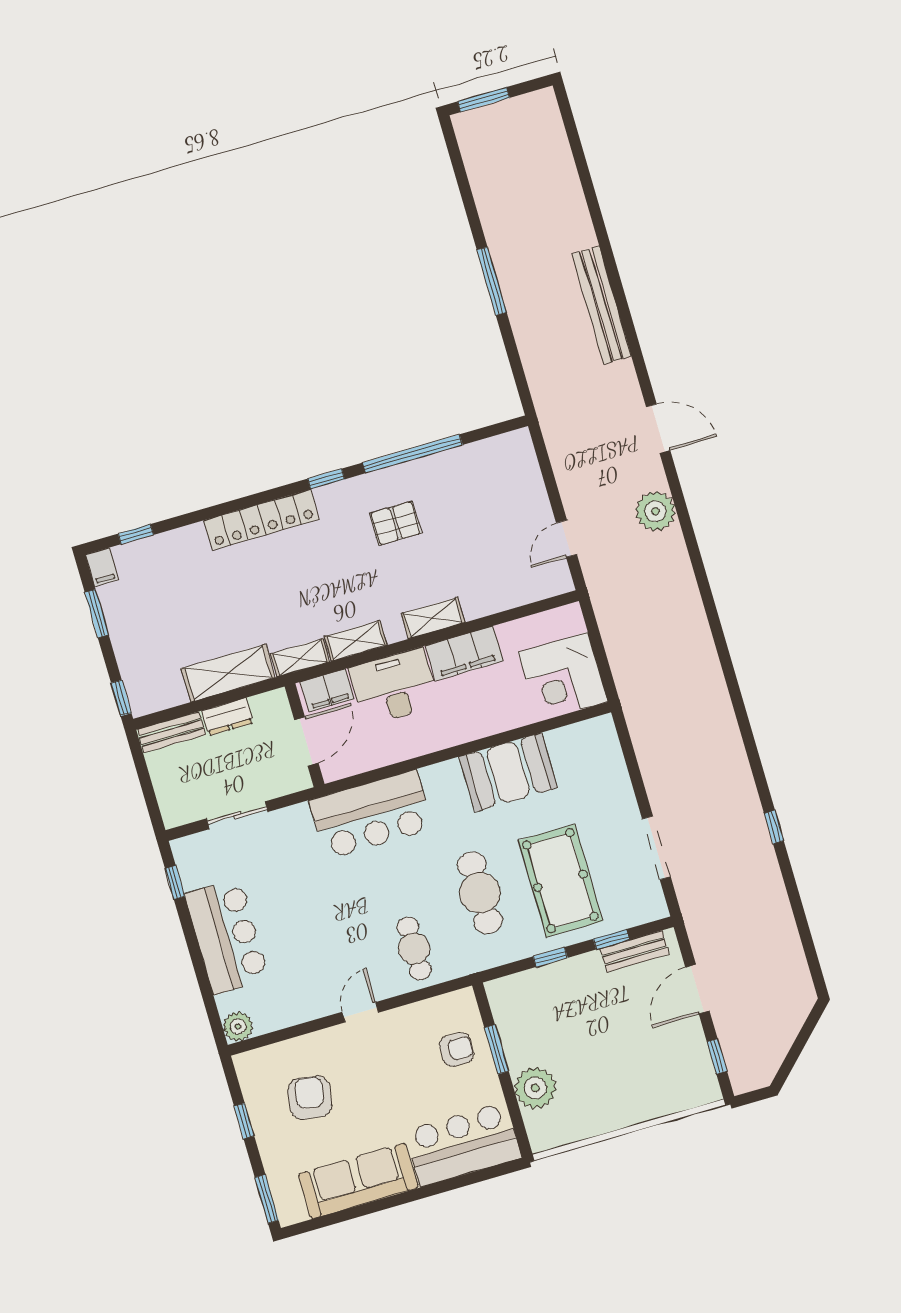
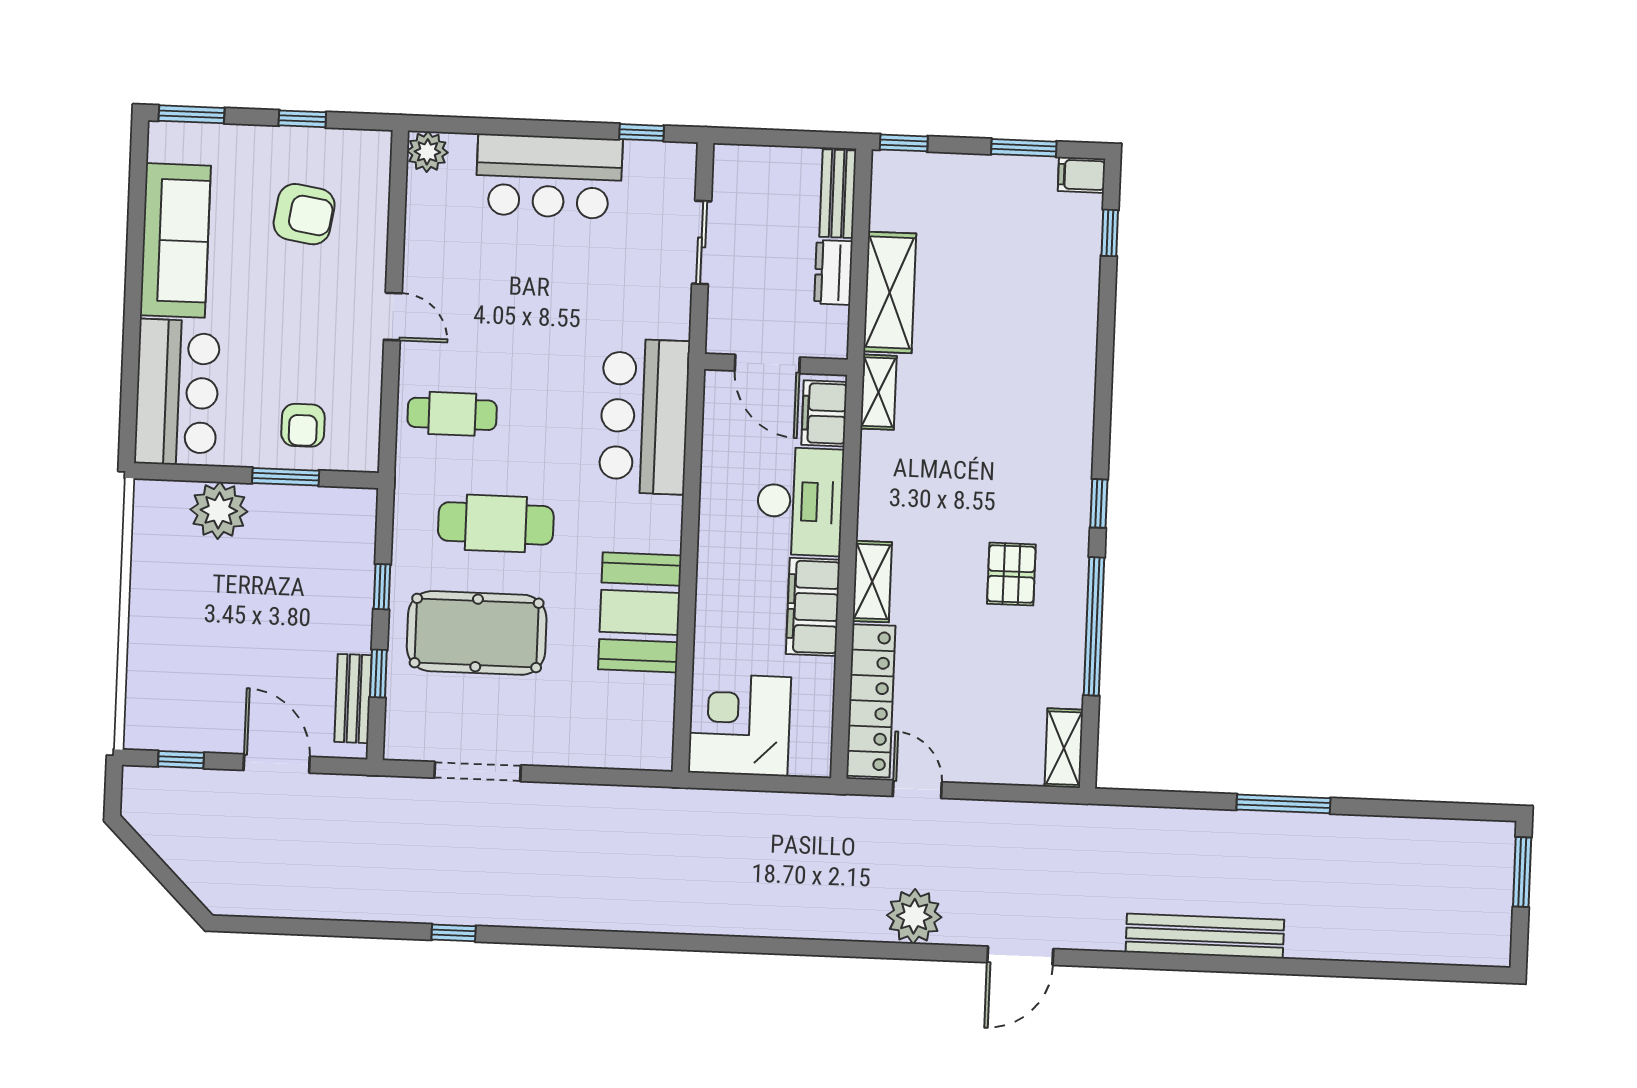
locker: (261, 520) -> (871, 701), moved, turned 180
shelving: (356, 641) -> (1064, 748), moved

